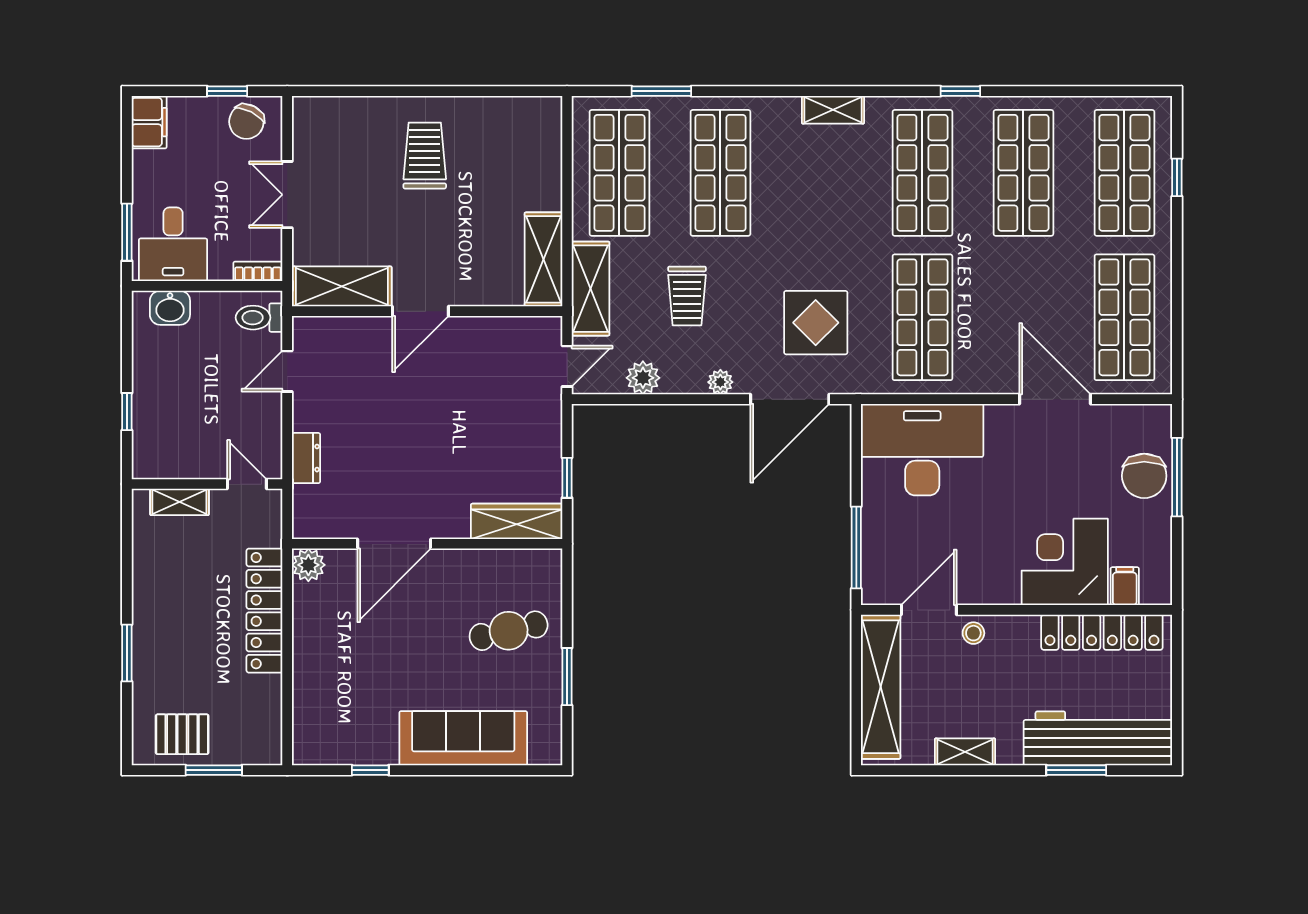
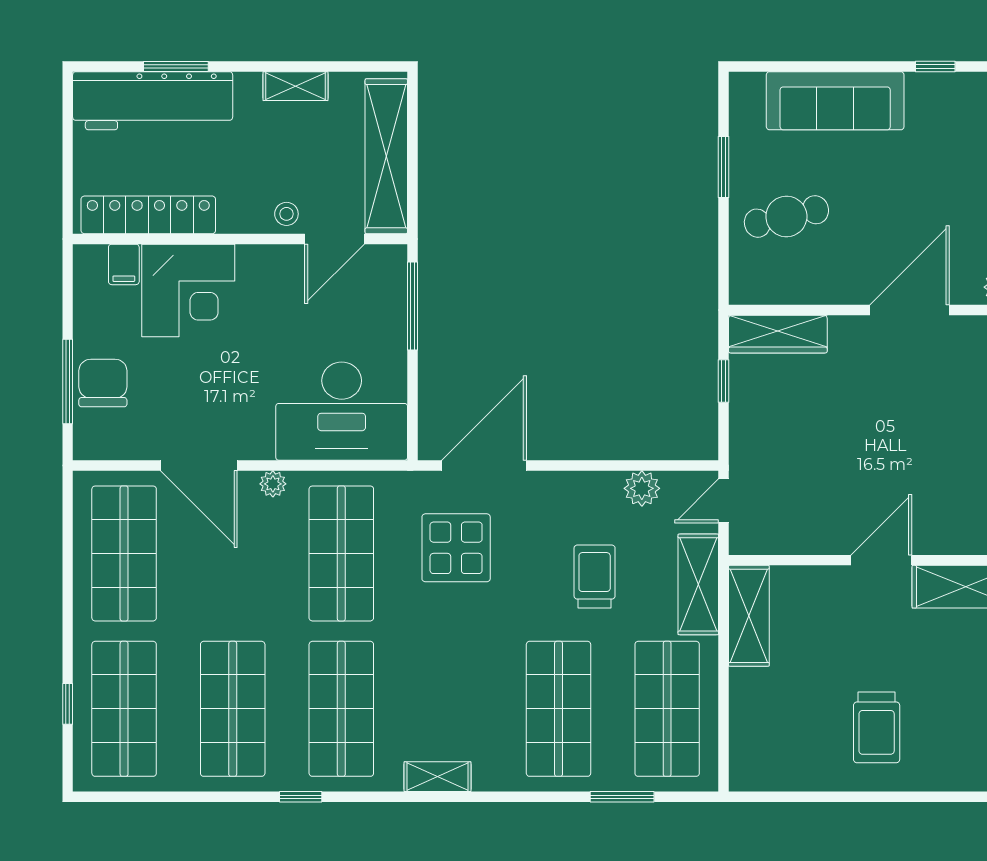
plant: (720, 382) -> (273, 484), moved

